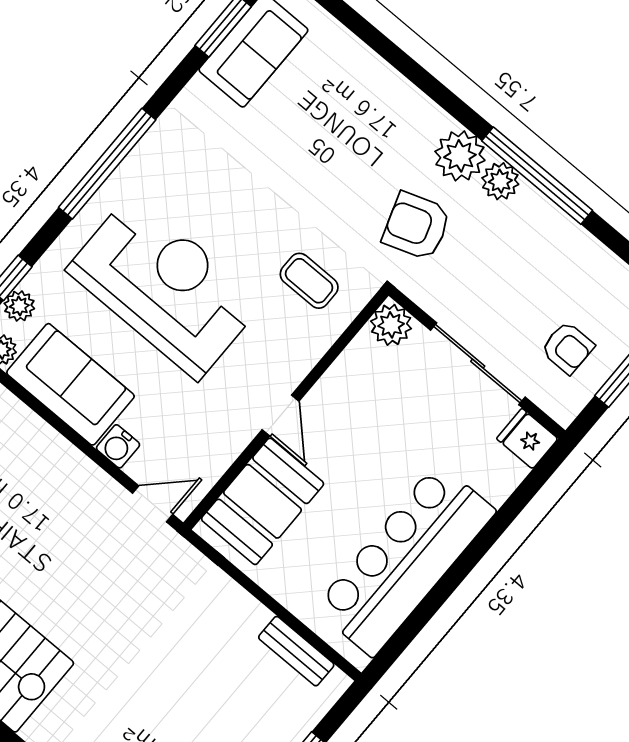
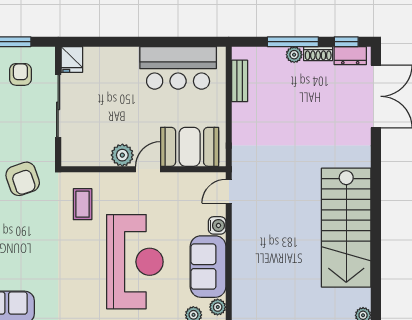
reception desk: (165, 286) -> (135, 262), turned 180
plant: (391, 325) -> (122, 155), moved
door: (153, 504) -> (229, 191), hinge flipped
bar counter: (405, 560) -> (178, 68), width x0.73

